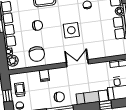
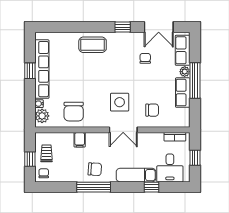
chair: (37, 25) -> (152, 110), moved
side table: (71, 30) -> (120, 102), moved
double door: (77, 63) -> (123, 130), swing flipped

